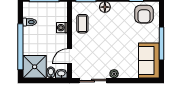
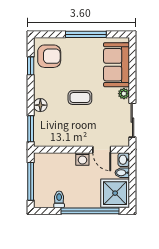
coffee table: (82, 24) -> (80, 98), moved
washing machine: (62, 28) -> (82, 159), moved
sofa: (149, 61) -> (117, 65), moved, turned 90

